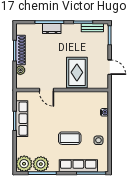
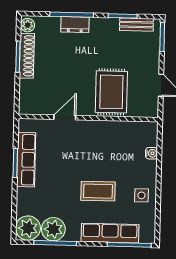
plant: (20, 70) -> (28, 25), moved
door: (47, 90) -> (65, 117), swing flipped

